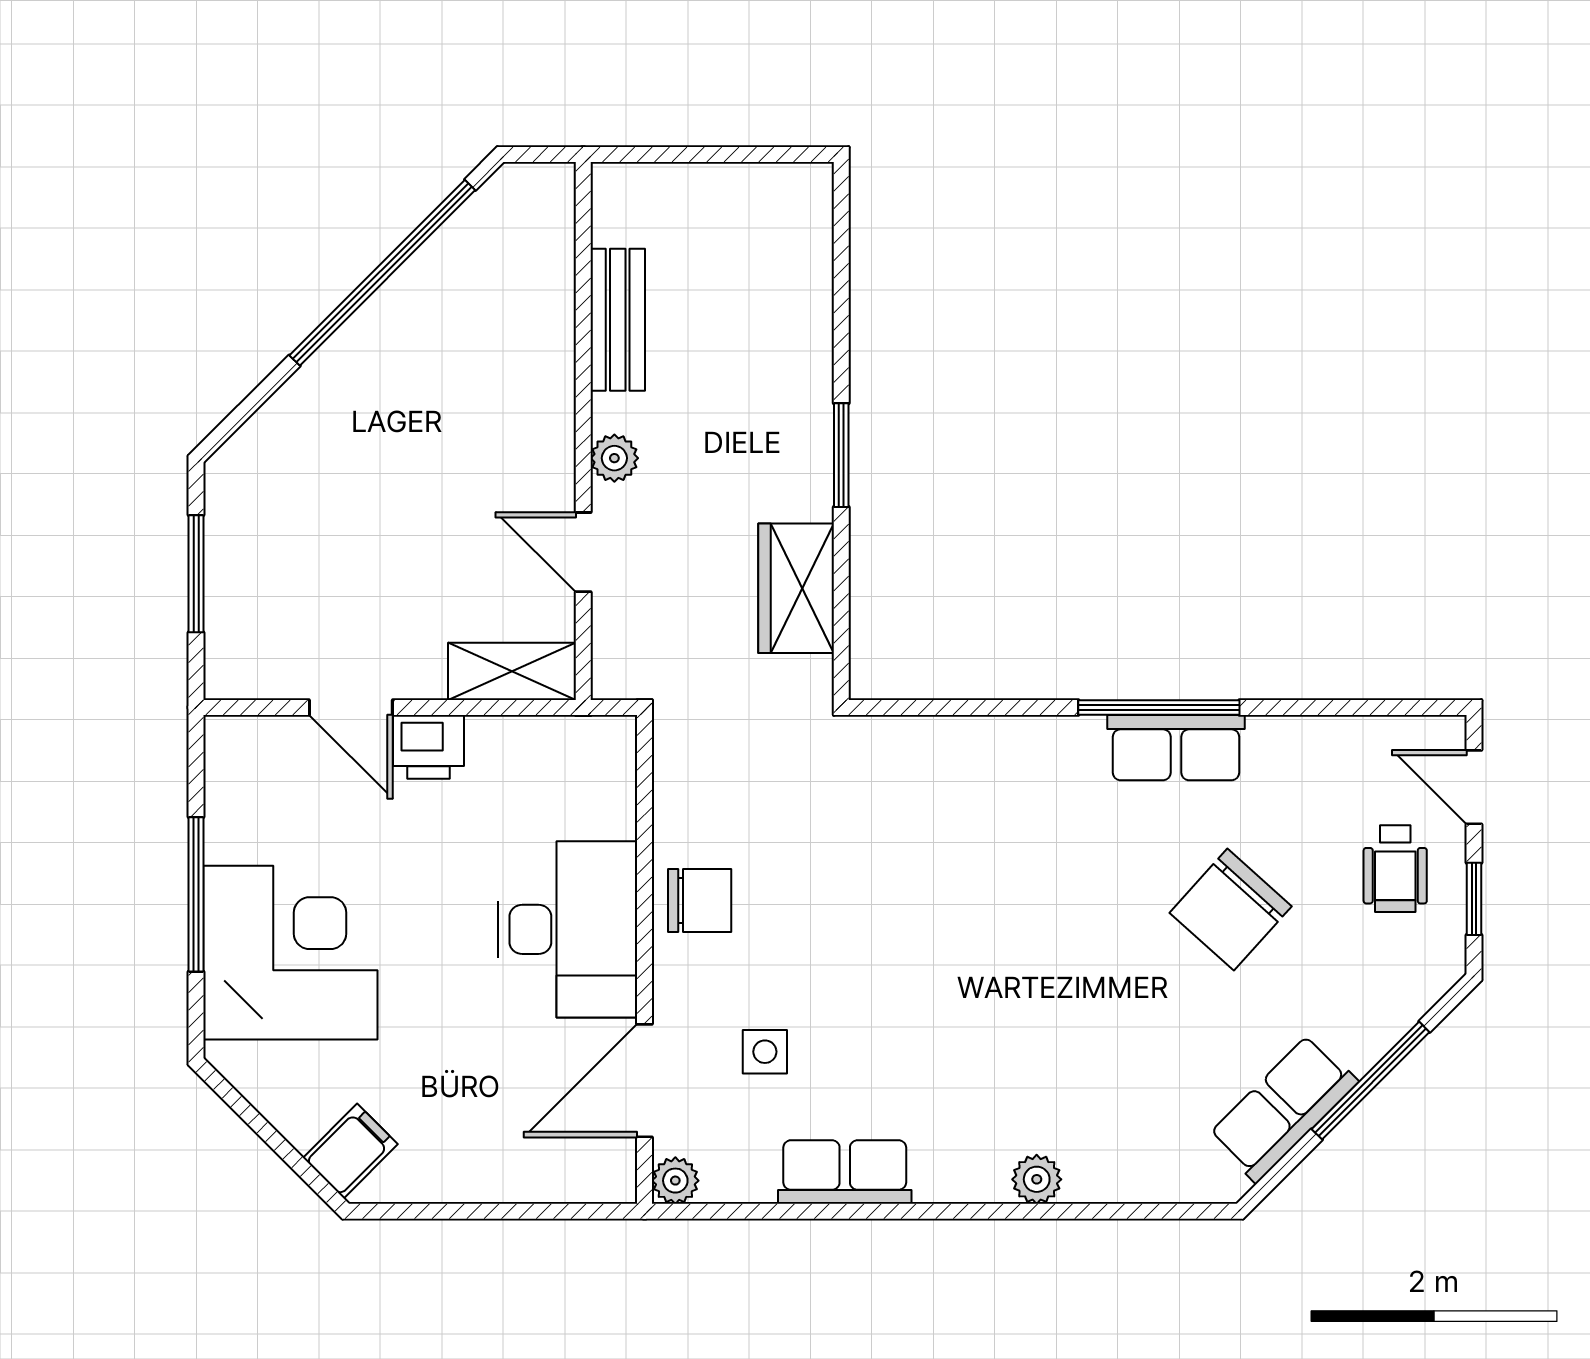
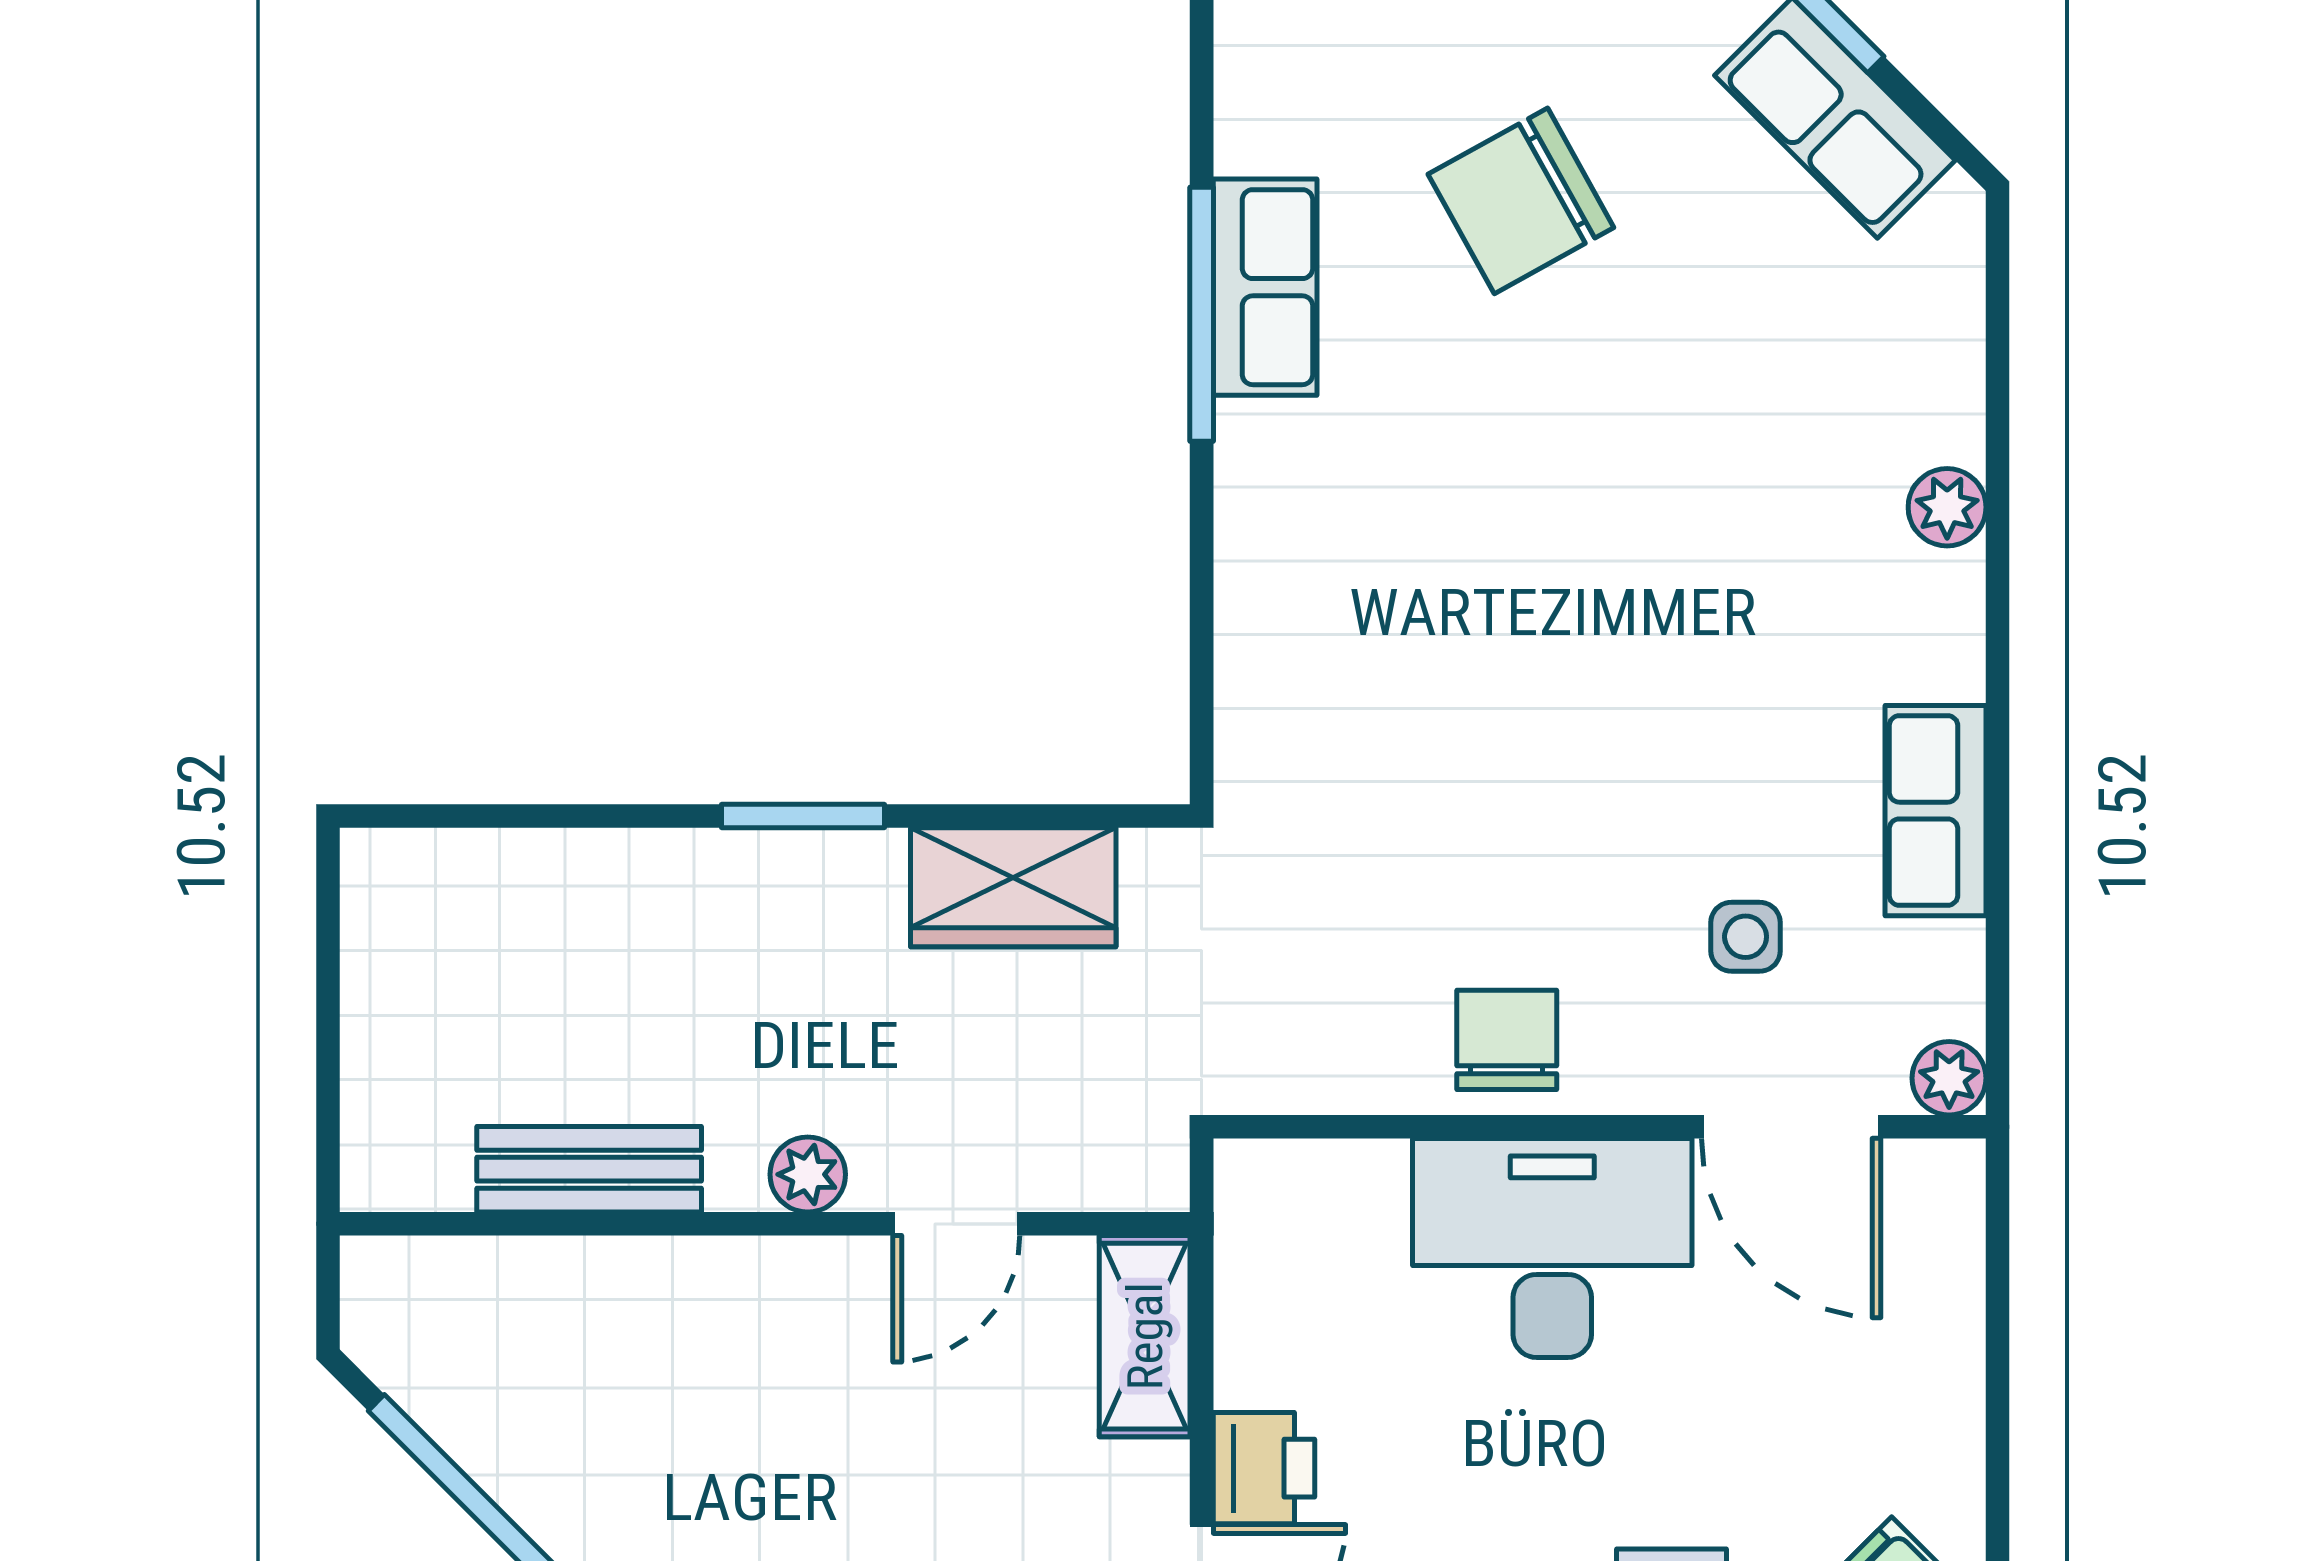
chair: (1231, 910) -> (1521, 201), turned 109

